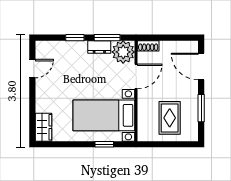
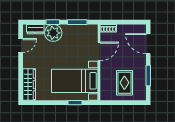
dresser: (99, 47) -> (35, 29), moved
plant: (123, 52) -> (53, 33), moved
wardrobe: (44, 127) -> (29, 85), width x1.50

